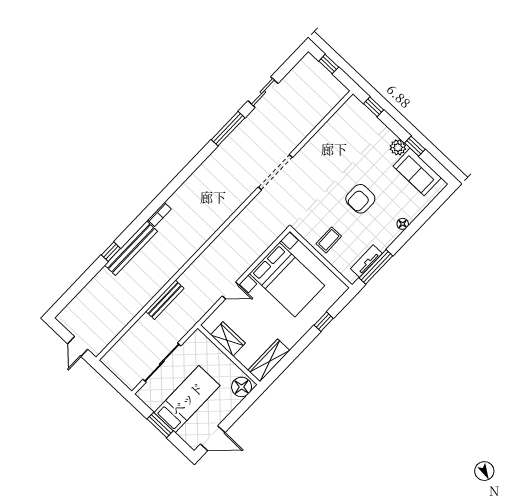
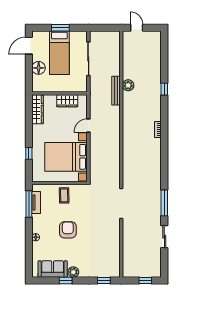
bench: (131, 248) -> (156, 100), removed
plant: (146, 293) -> (128, 85), added
floor lamp: (242, 387) -> (39, 68), moved

